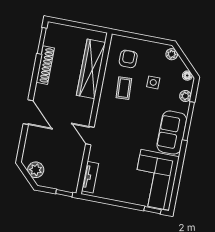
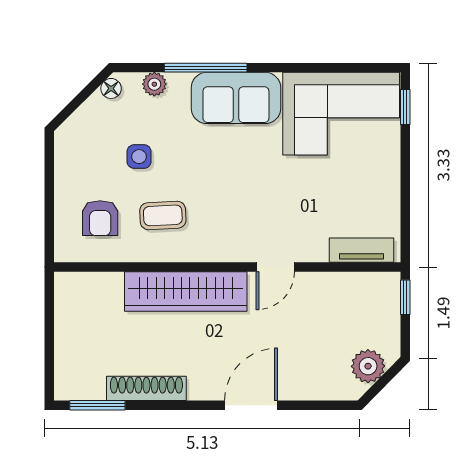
plant: (172, 54) -> (73, 129), removed
armchair: (128, 59) -> (100, 218), turned -90
wardrobe: (91, 69) -> (186, 291), moved

